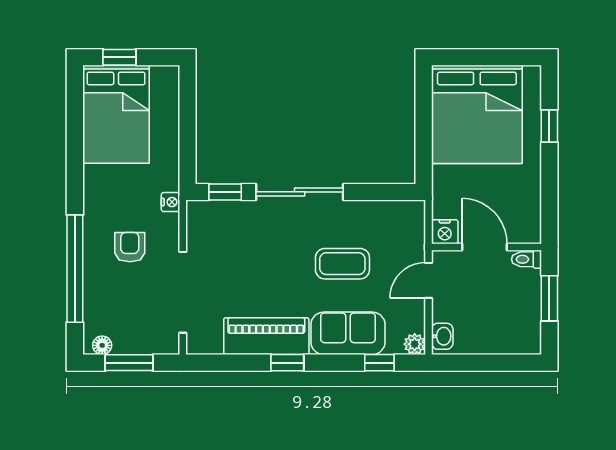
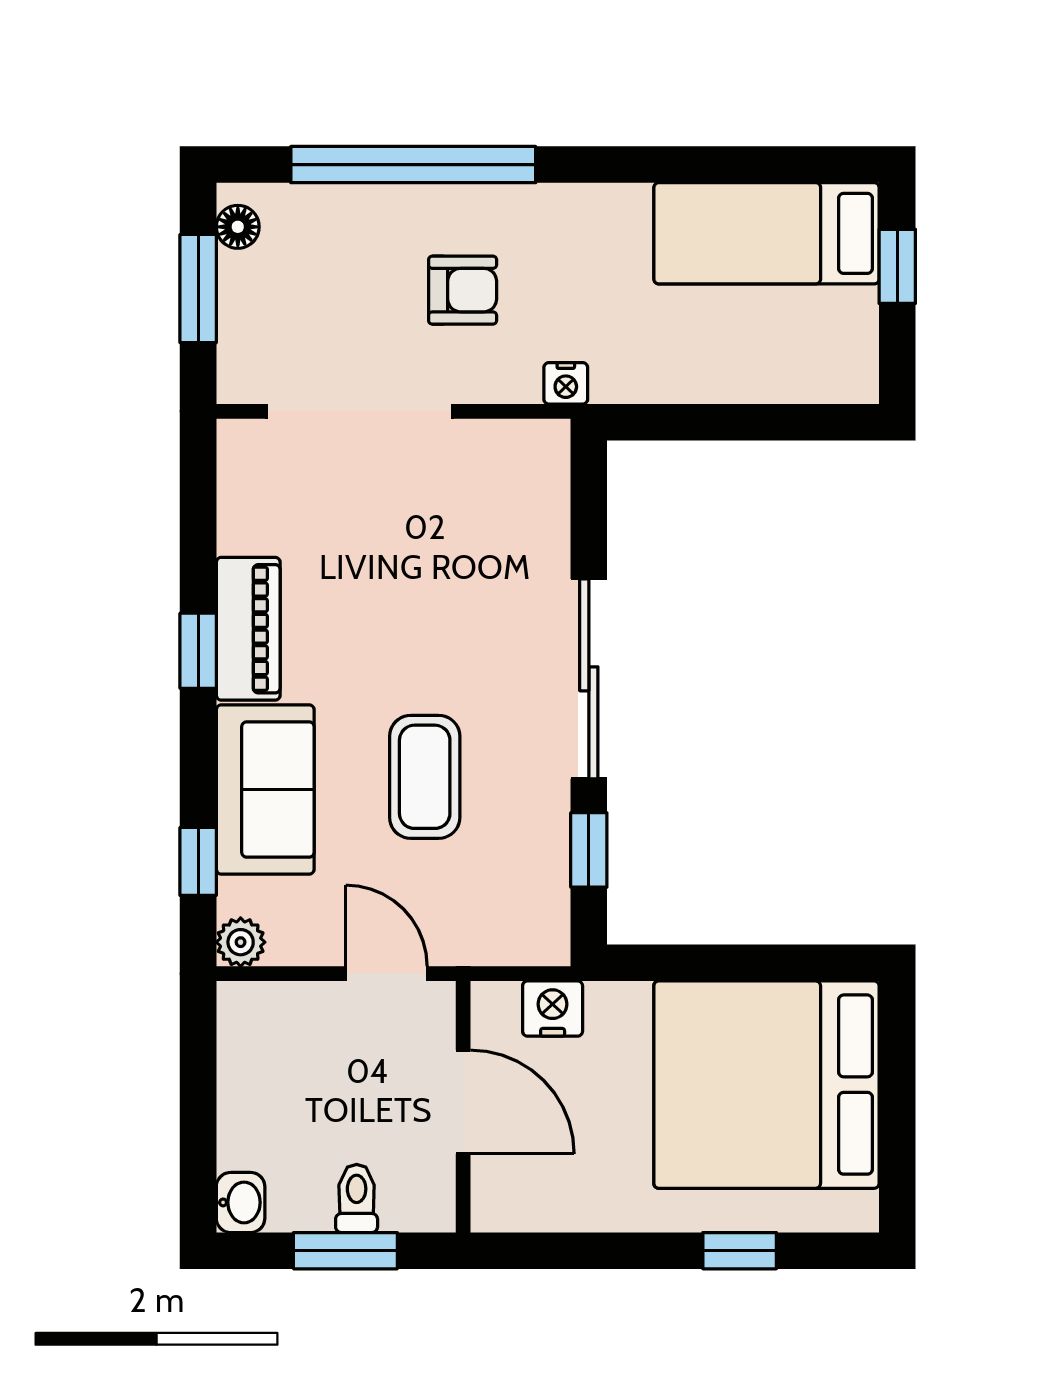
bed: (116, 114) -> (767, 233), width x0.67
window: (225, 192) -> (589, 850), moved
nightstand: (445, 232) -> (553, 1009), moved, turned 90
door: (484, 247) -> (463, 1102), hinge flipped
toilet: (527, 259) -> (357, 1198), moved
piano: (266, 336) -> (248, 629), width x0.73, depth x0.75
washbasin: (442, 336) -> (241, 1202), moved, turned -90

